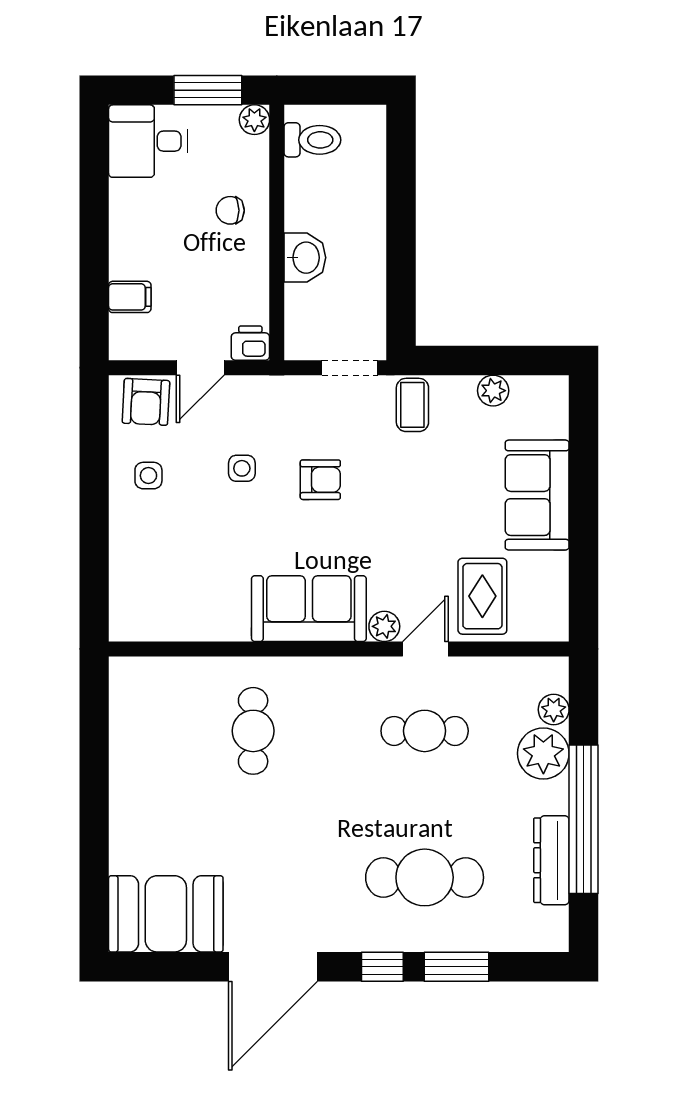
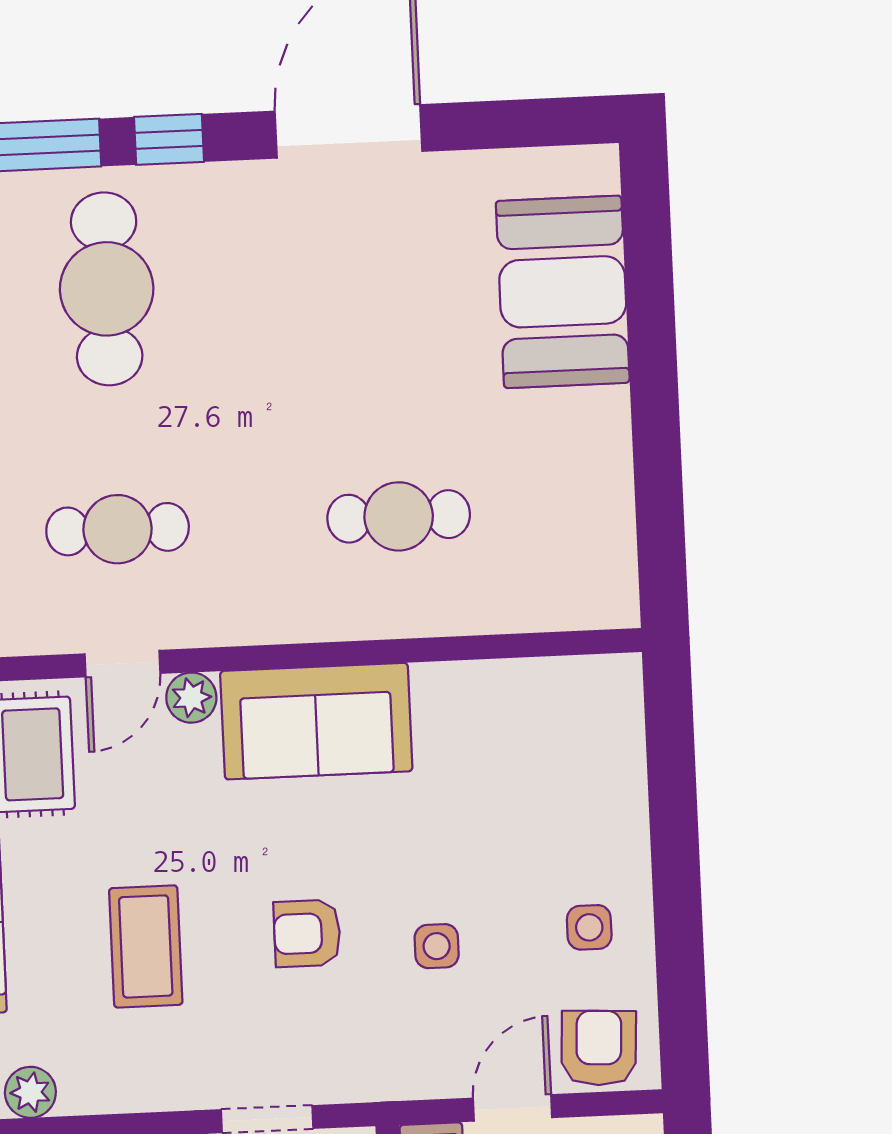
coffee table: (412, 405) -> (146, 946), moved, width x1.36, depth x1.30
cafe table: (253, 731) -> (399, 516), turned 90
cafe table: (425, 877) -> (107, 289), turned 90
booth: (166, 914) -> (563, 292), moved, turned 90

